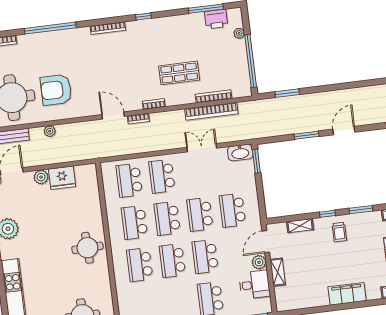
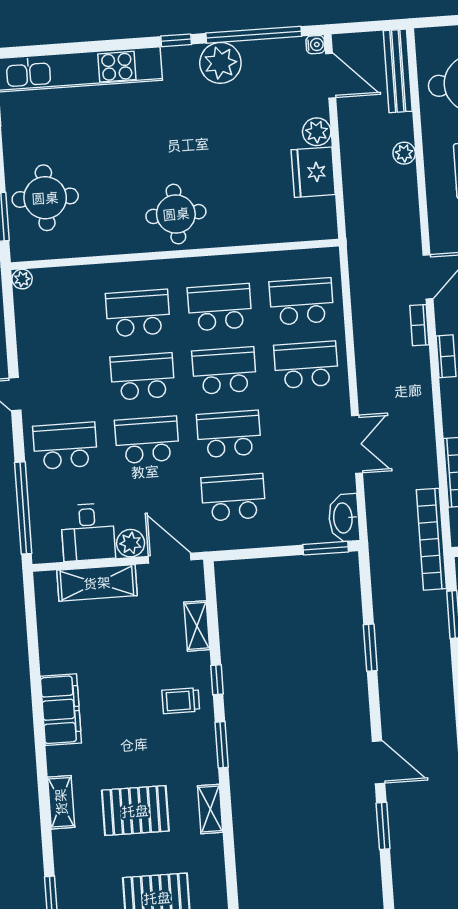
bookcase: (211, 111) -> (431, 539), moved
door: (344, 131) -> (378, 762), moved
shelving: (278, 272) -> (97, 583), width x1.50, depth x1.33

